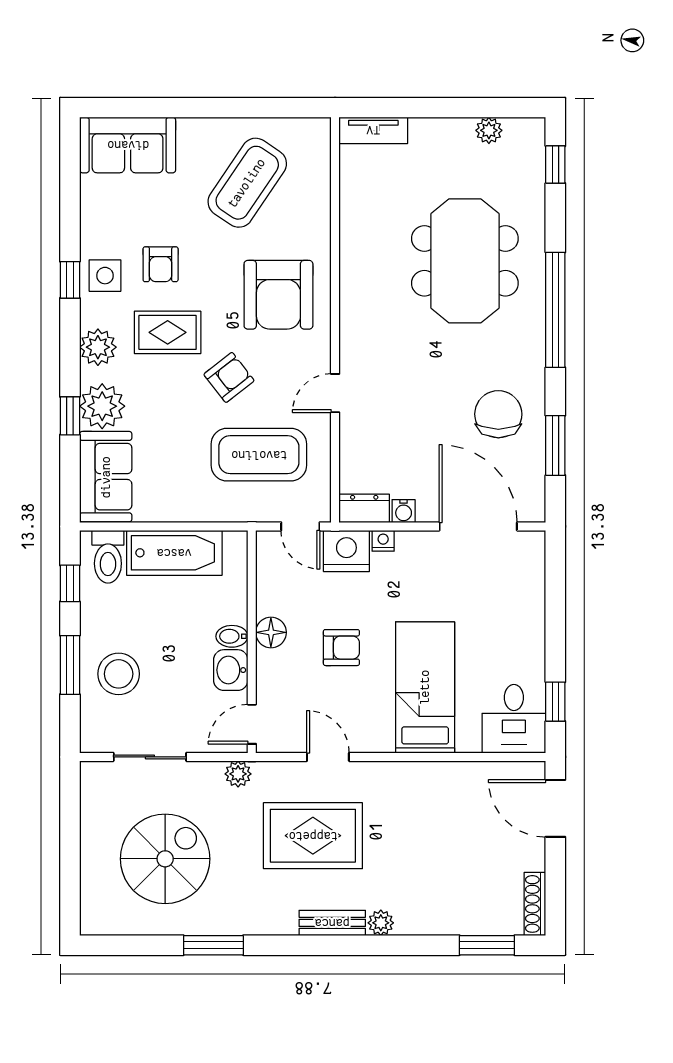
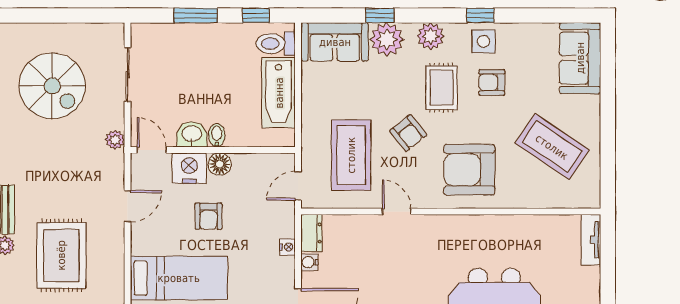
nightstand: (346, 551) -> (189, 168), moved, turned -90
stool: (119, 674) -> (189, 51), removed
rug: (313, 836) -> (61, 255), moved

